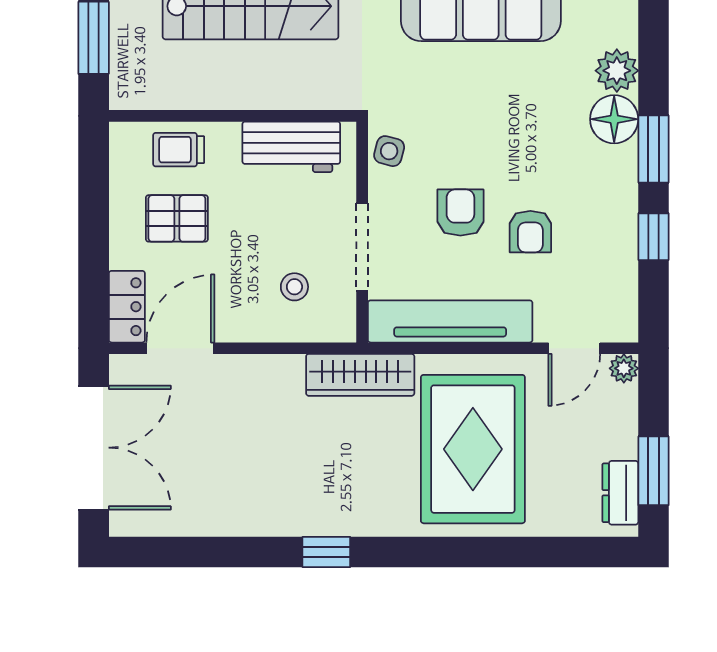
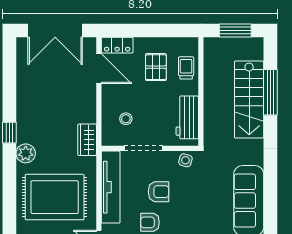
wardrobe: (360, 375) -> (87, 140), width x0.67
plant: (373, 515) -> (26, 153), added

